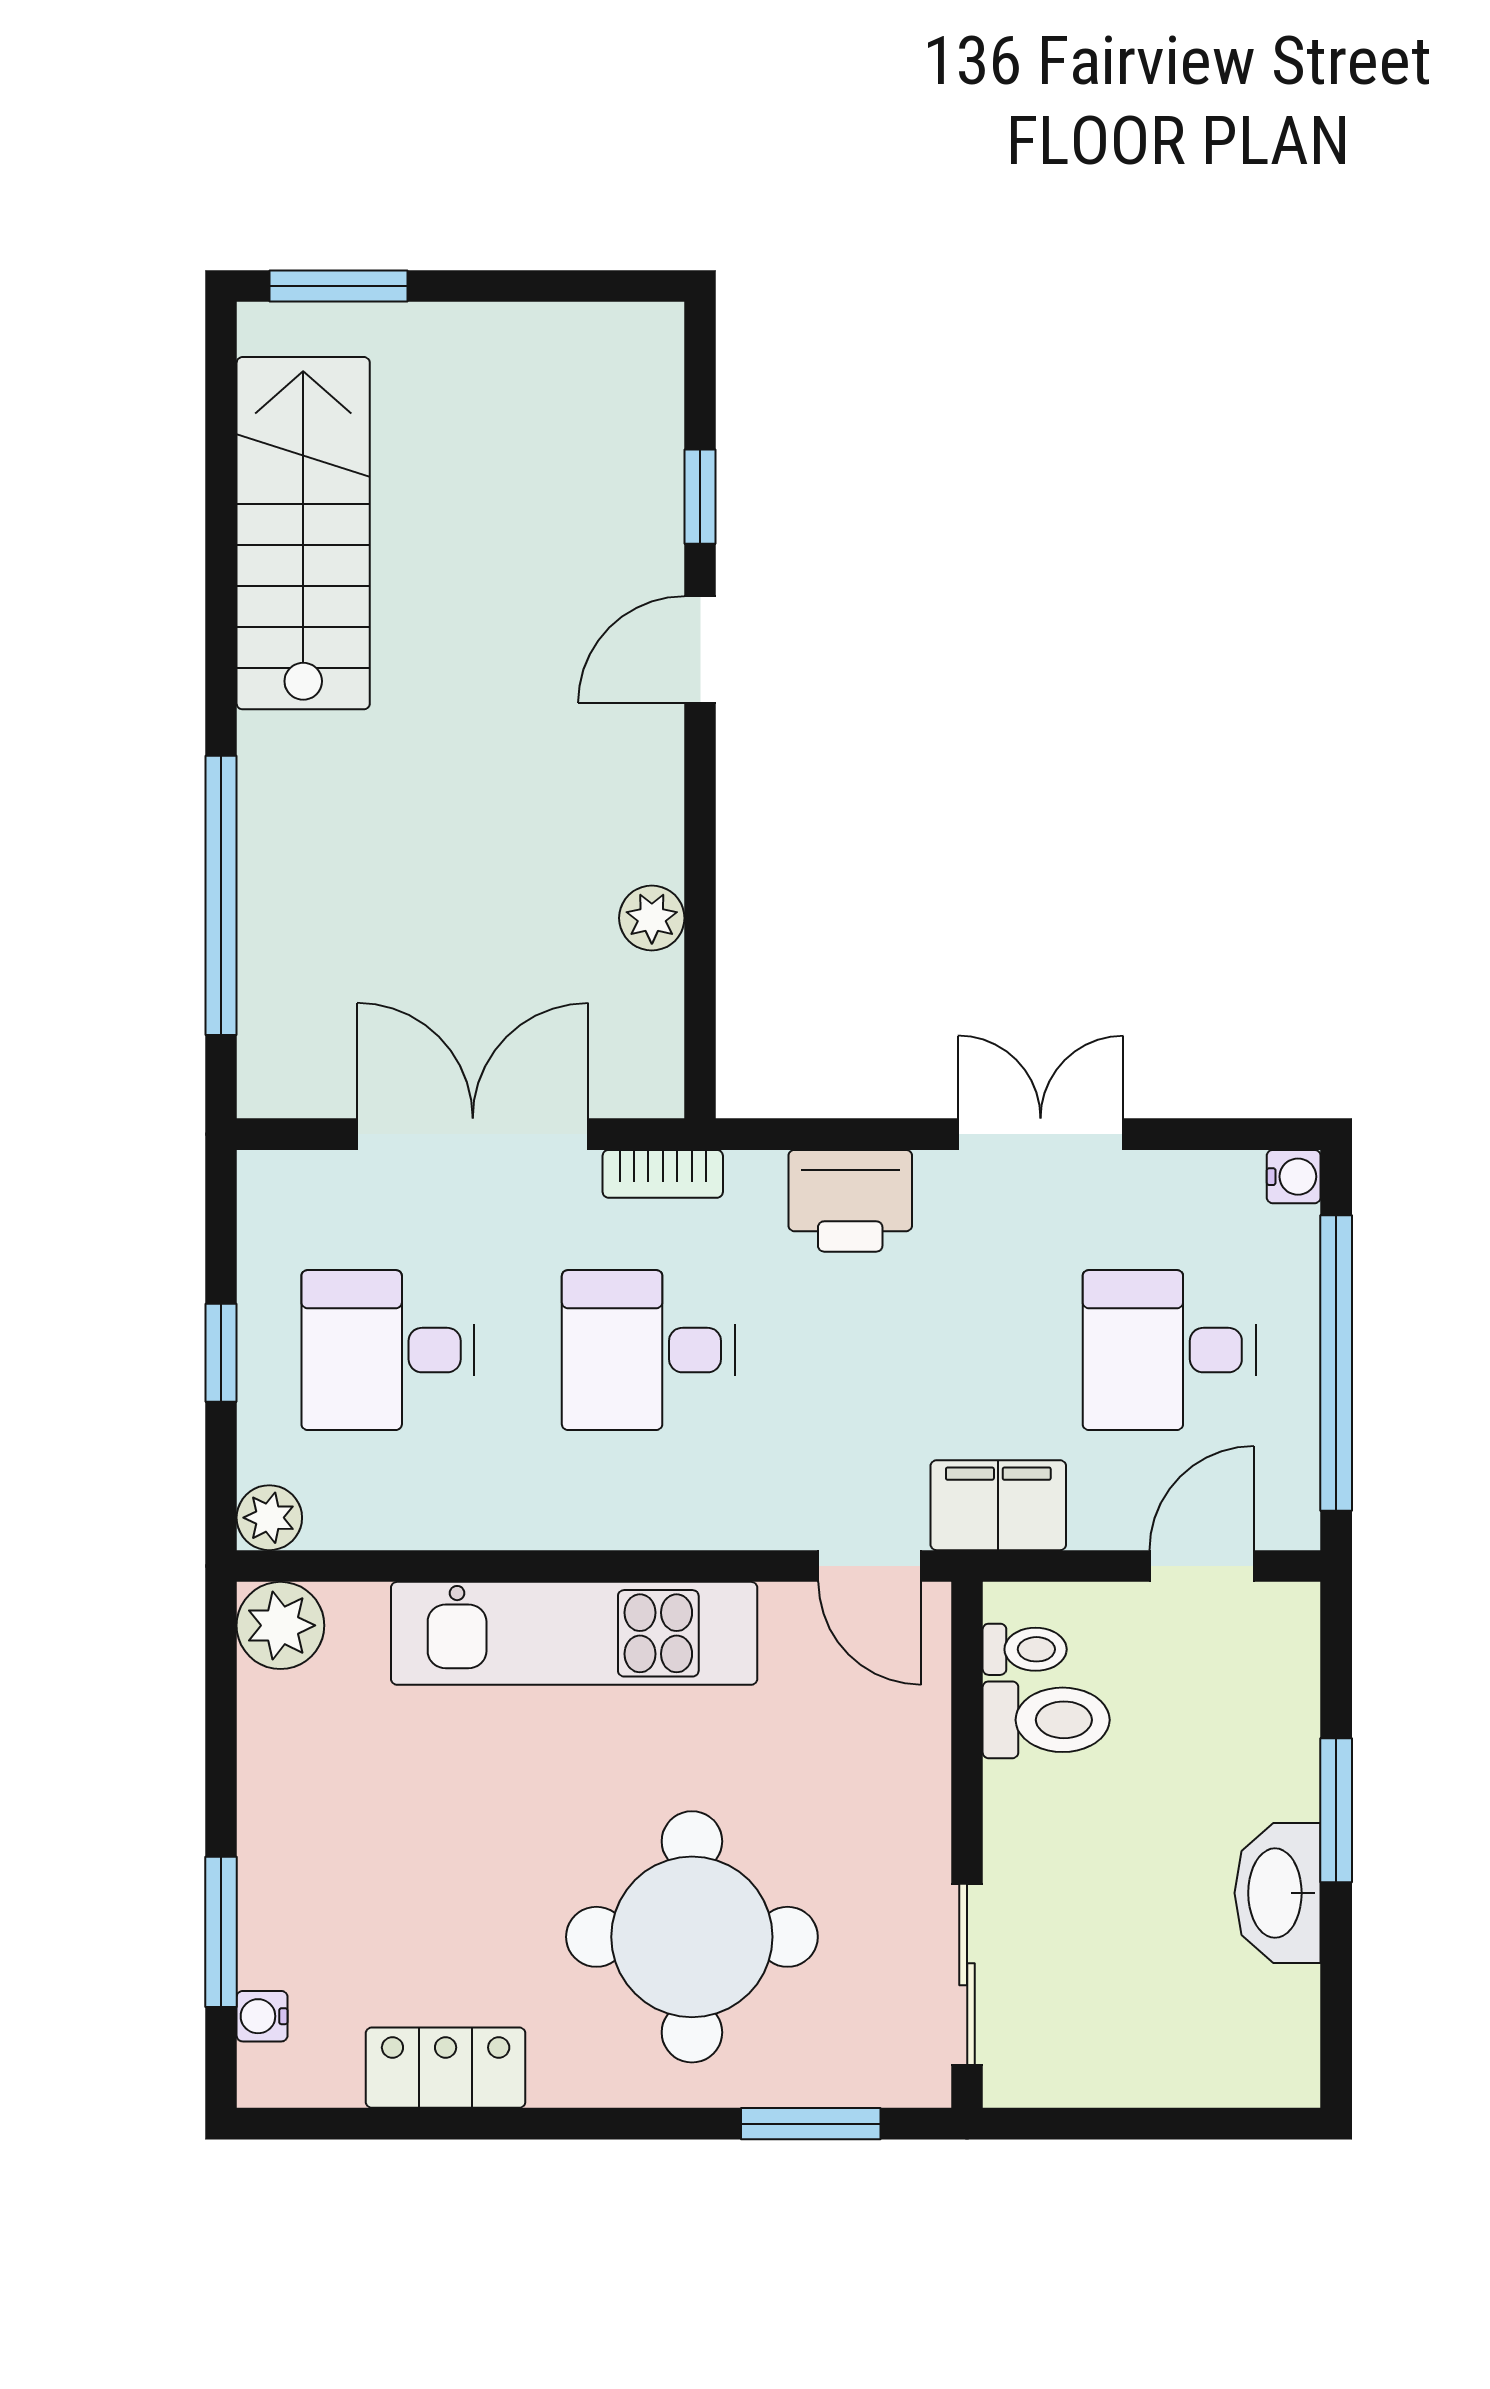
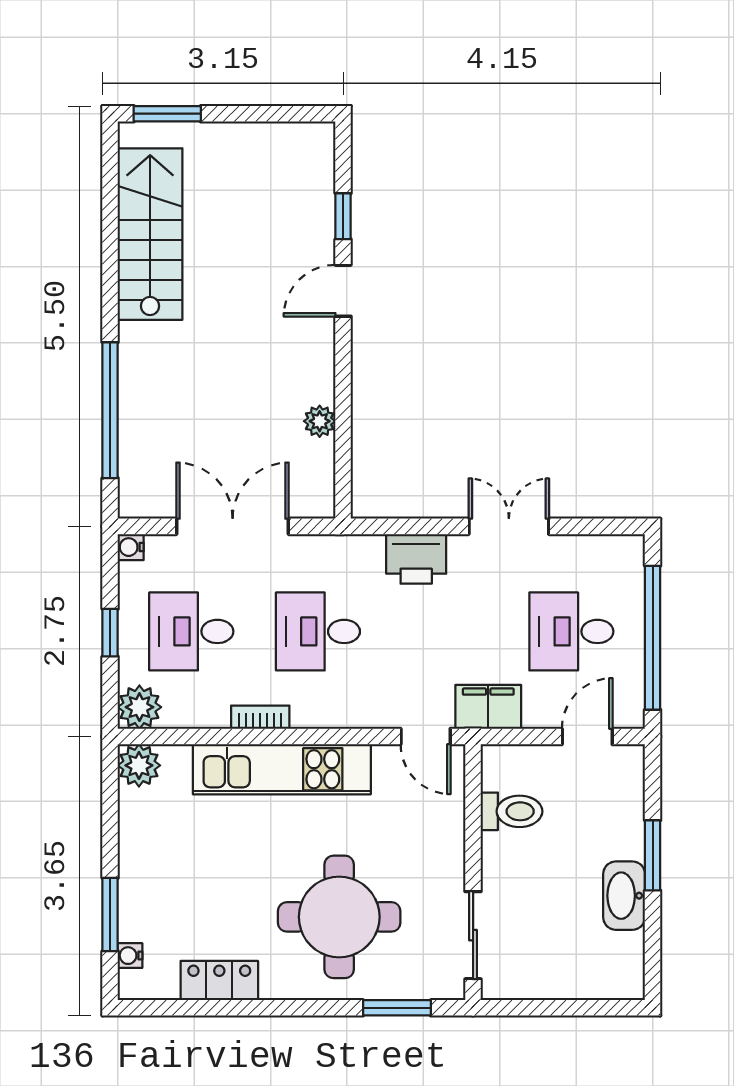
bookcase: (663, 1174) -> (260, 717), moved, turned 180
water cooler: (1294, 1177) -> (131, 547), moved, turned 180
plant: (269, 1518) -> (139, 707), width x1.38, depth x1.38
toilet: (1025, 1649) -> (501, 777), removed

